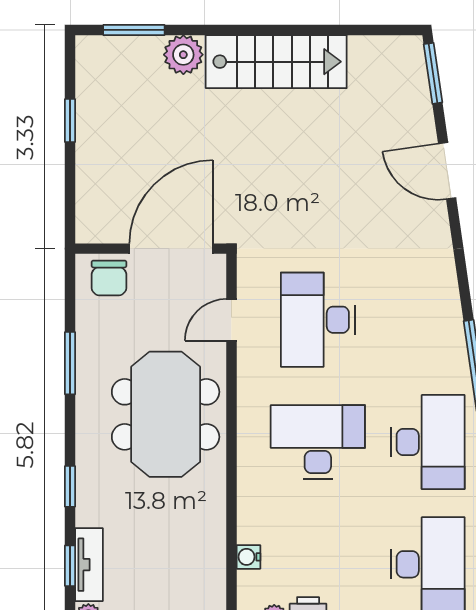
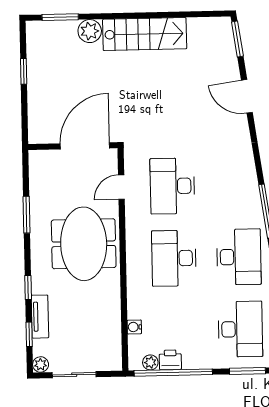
chair: (109, 278) -> (49, 164), removed
desk: (318, 442) -> (174, 258), turned -90
tv unit: (89, 565) -> (40, 317), moved

